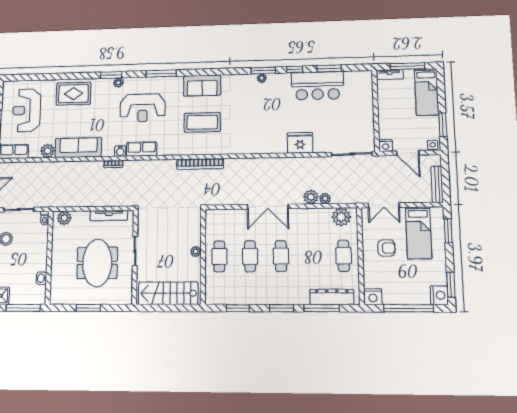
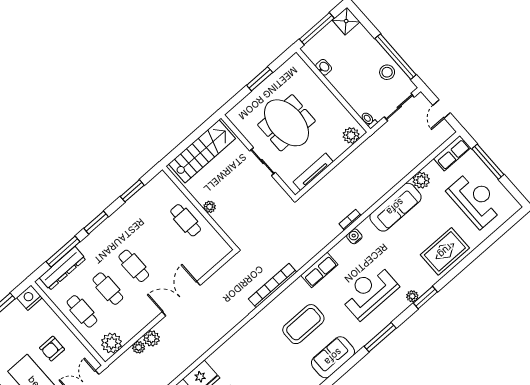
row of seats: (142, 149) -> (319, 270), moved
cafe table: (250, 256) -> (108, 289), moved

